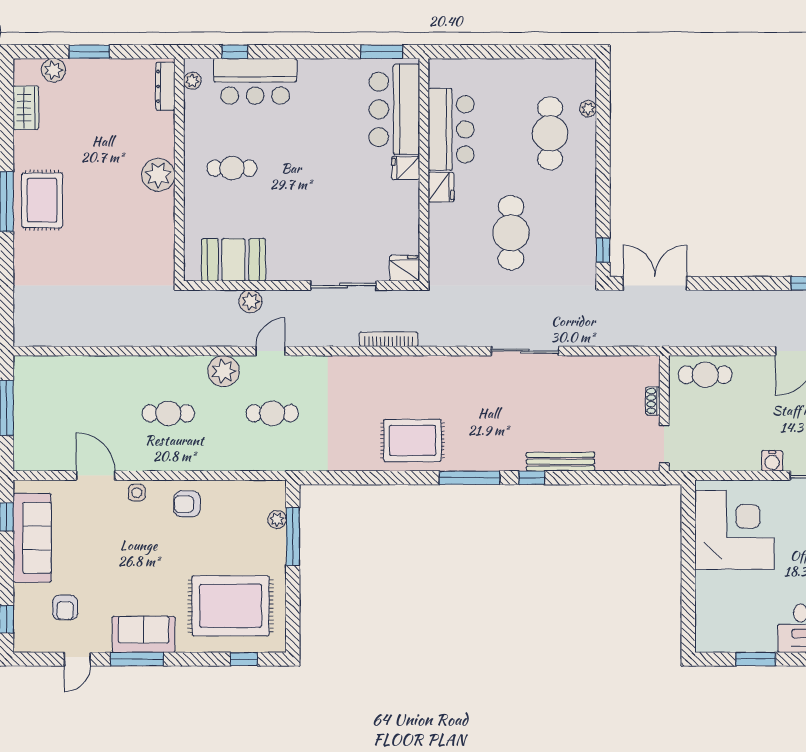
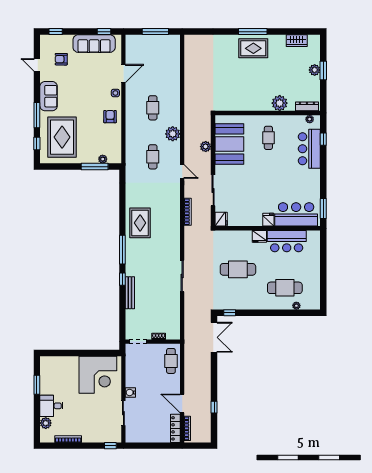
plant: (53, 70) -> (315, 70), moved
plant: (158, 175) -> (280, 103), moved
booth: (234, 260) -> (229, 144), width x1.36, depth x1.42
door: (271, 351) -> (182, 171), moved
window: (137, 659) -> (37, 115), moved

